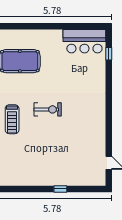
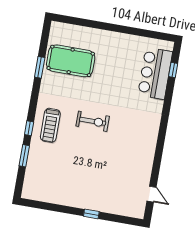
bar counter: (84, 41) -> (155, 73), moved, turned 90

